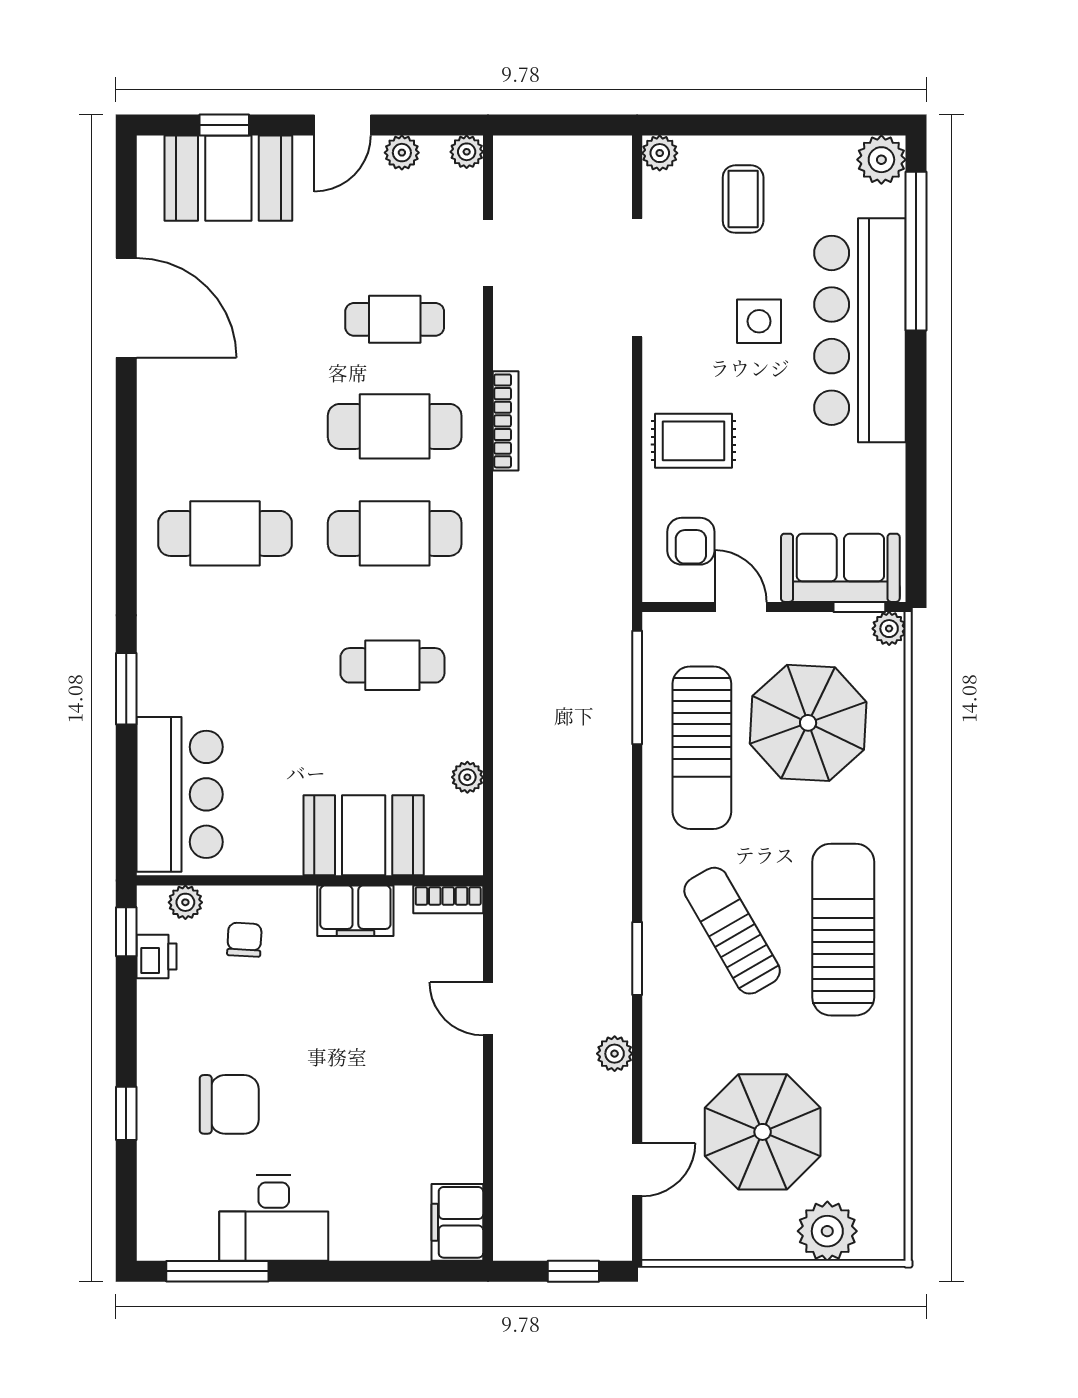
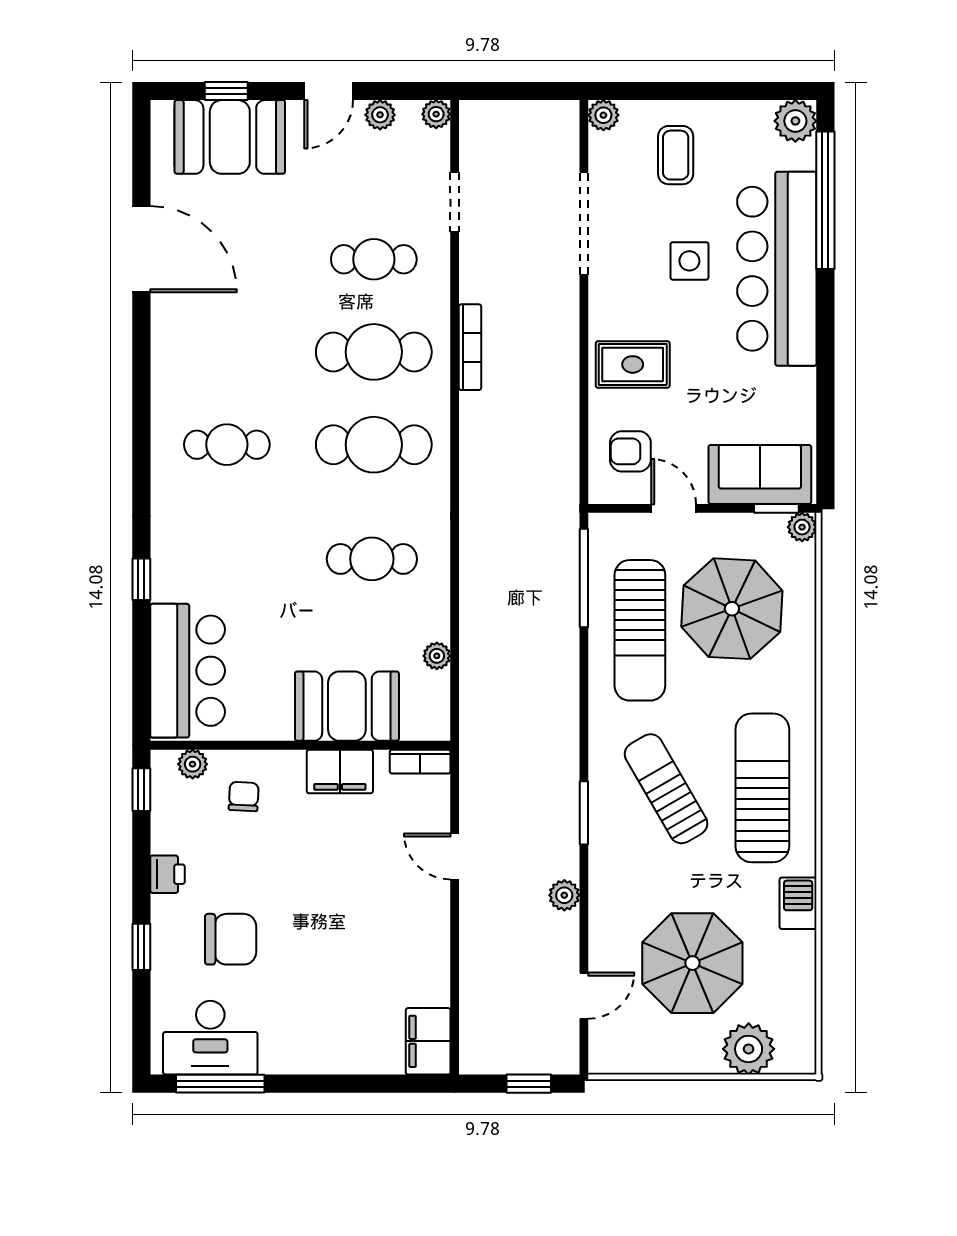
cafe table: (225, 533) -> (227, 445), width x0.73, depth x0.74
armchair: (691, 541) -> (630, 451), turned 90
window: (126, 689) -> (141, 579), width x0.67
printer: (156, 957) -> (167, 874), moved
barbecue: (884, 1063) -> (798, 903), added
desk: (274, 1218) -> (210, 1038), moved

